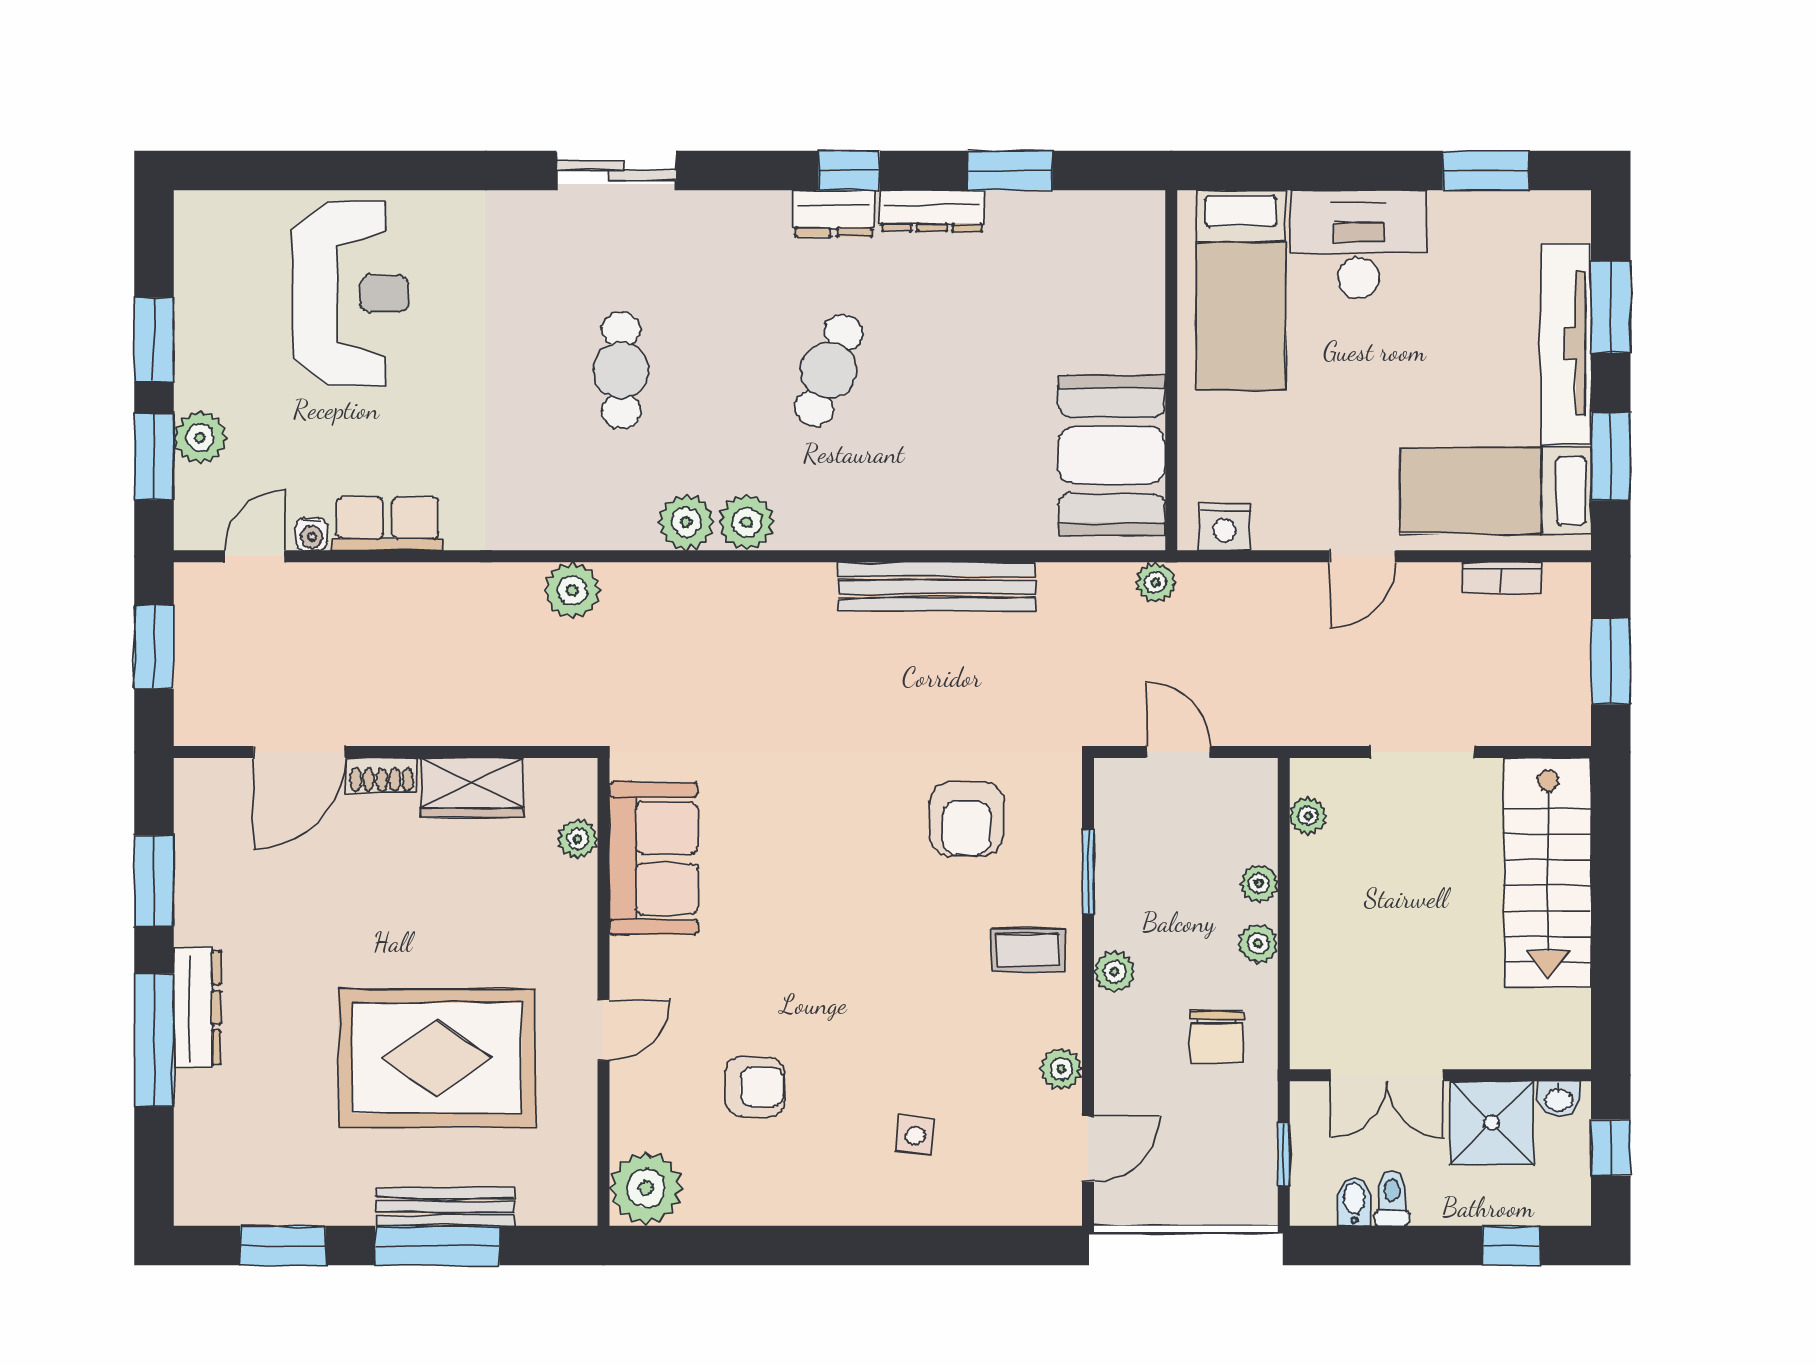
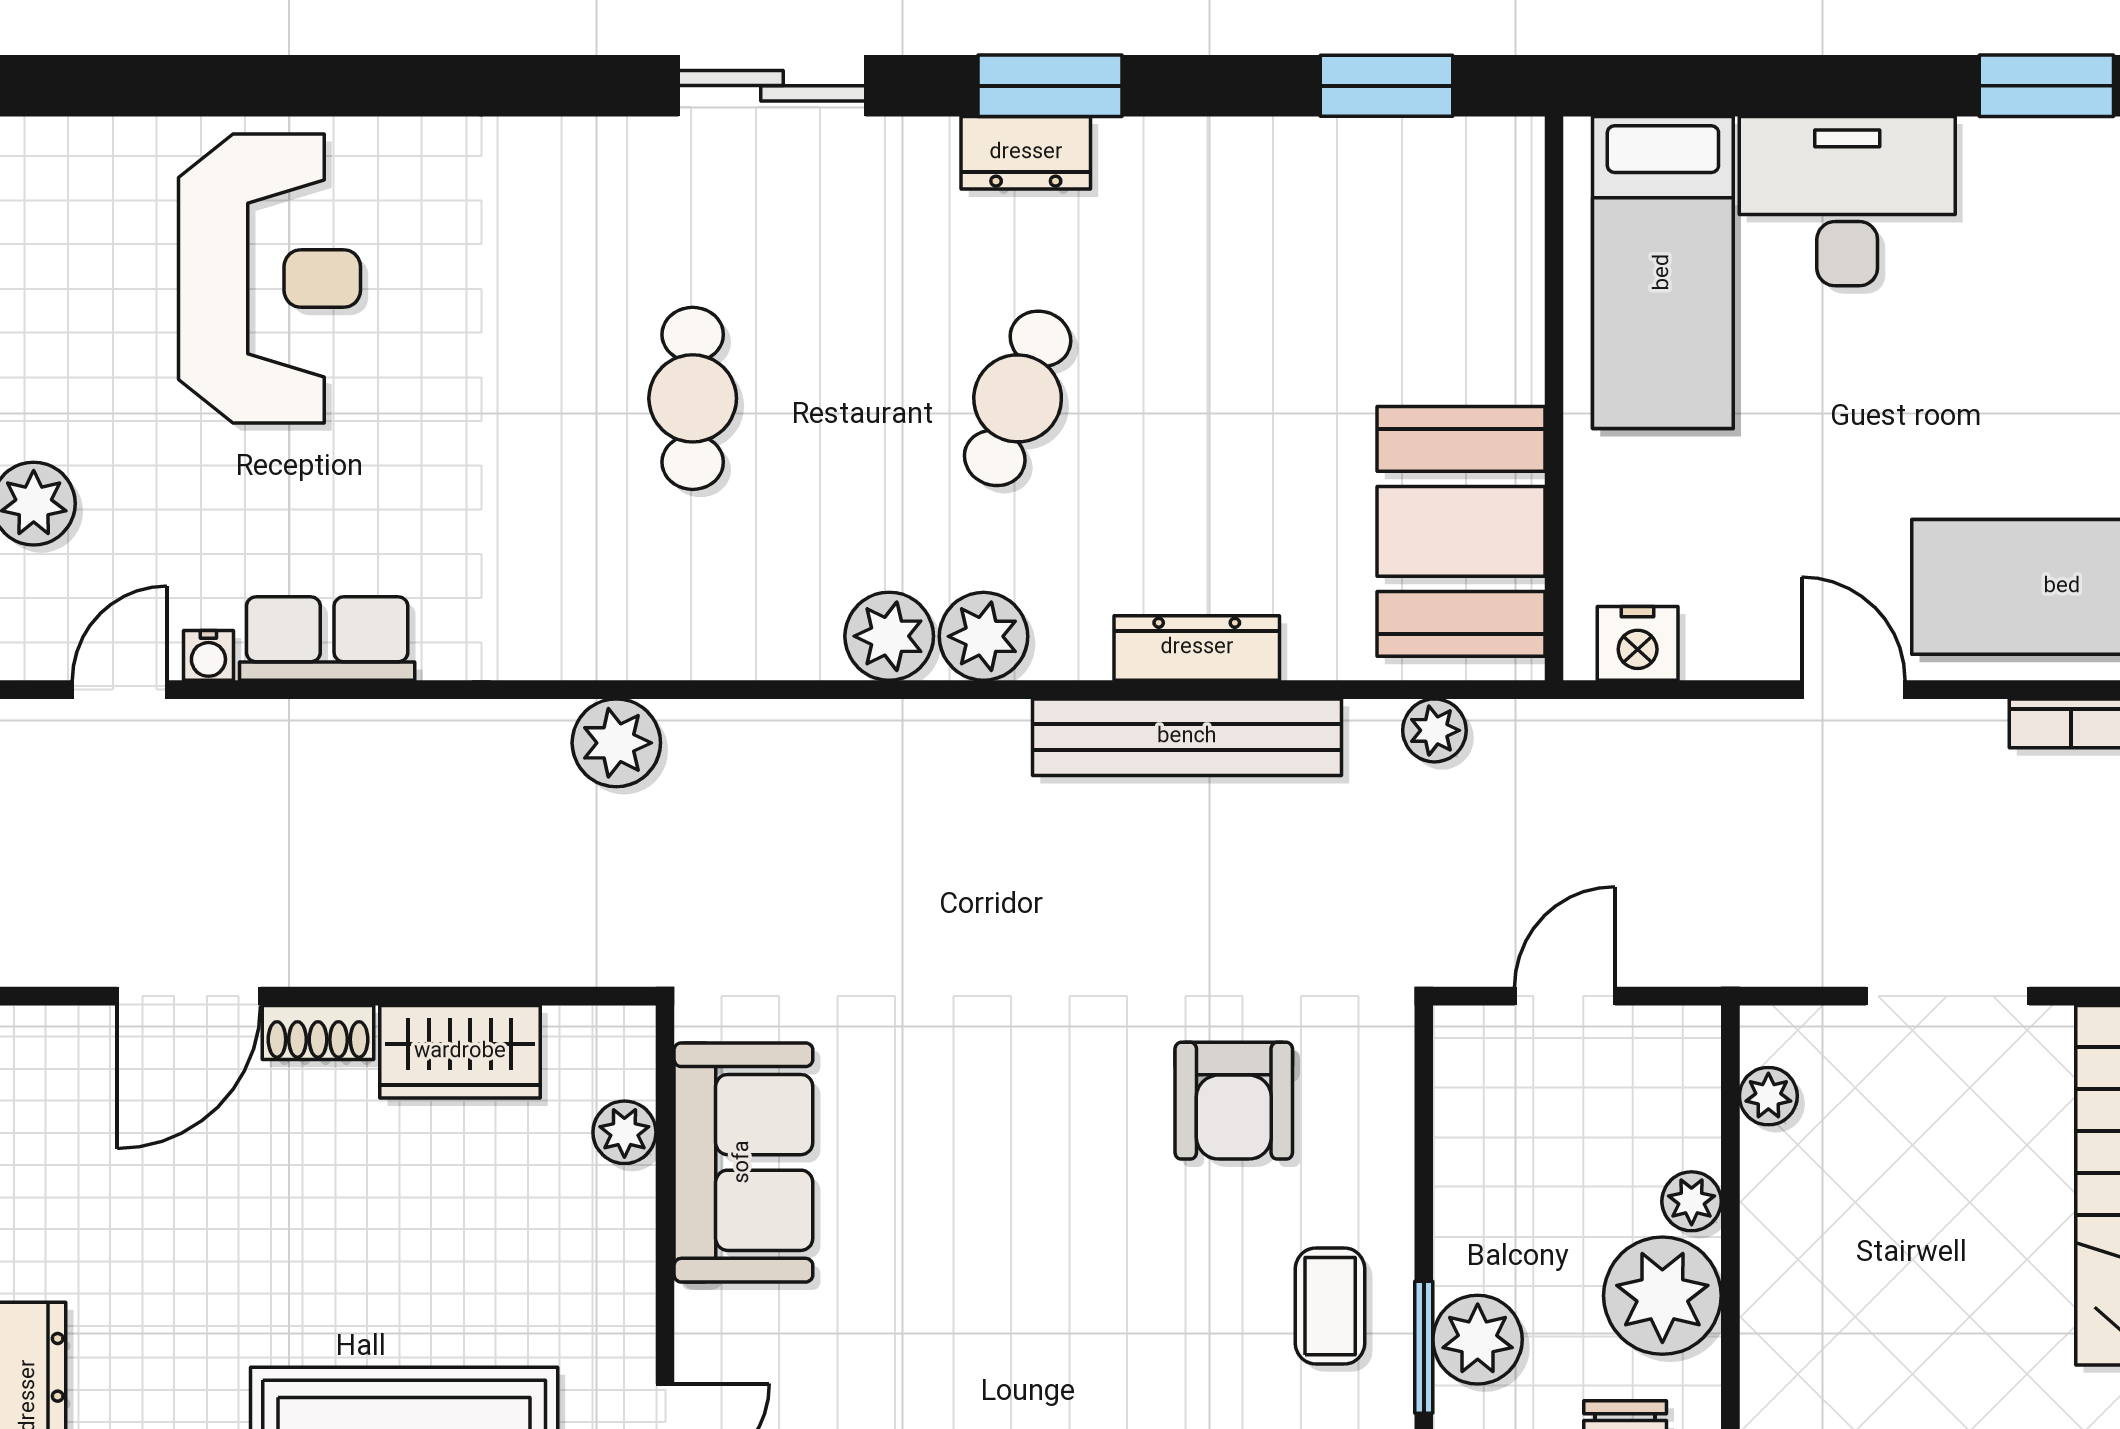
sliding door: (616, 171) -> (772, 86), moved
window: (849, 171) -> (1050, 86), width x1.50
window: (1010, 171) -> (1387, 86), moved
dresser: (932, 211) -> (1197, 648), moved, turned 180
plant: (686, 522) -> (984, 636), moved
door: (1362, 556) -> (1853, 690), swing flipped
plant: (1156, 582) -> (1434, 730), moved
door: (1178, 752) -> (1565, 996), hinge flipped
window: (1088, 871) -> (1424, 1347), moved
plant: (1258, 943) -> (1662, 1296), width x1.87, depth x1.87
coffee table: (1028, 950) -> (1330, 1306), turned 90
plant: (1115, 971) -> (1478, 1340), width x1.38, depth x1.38

